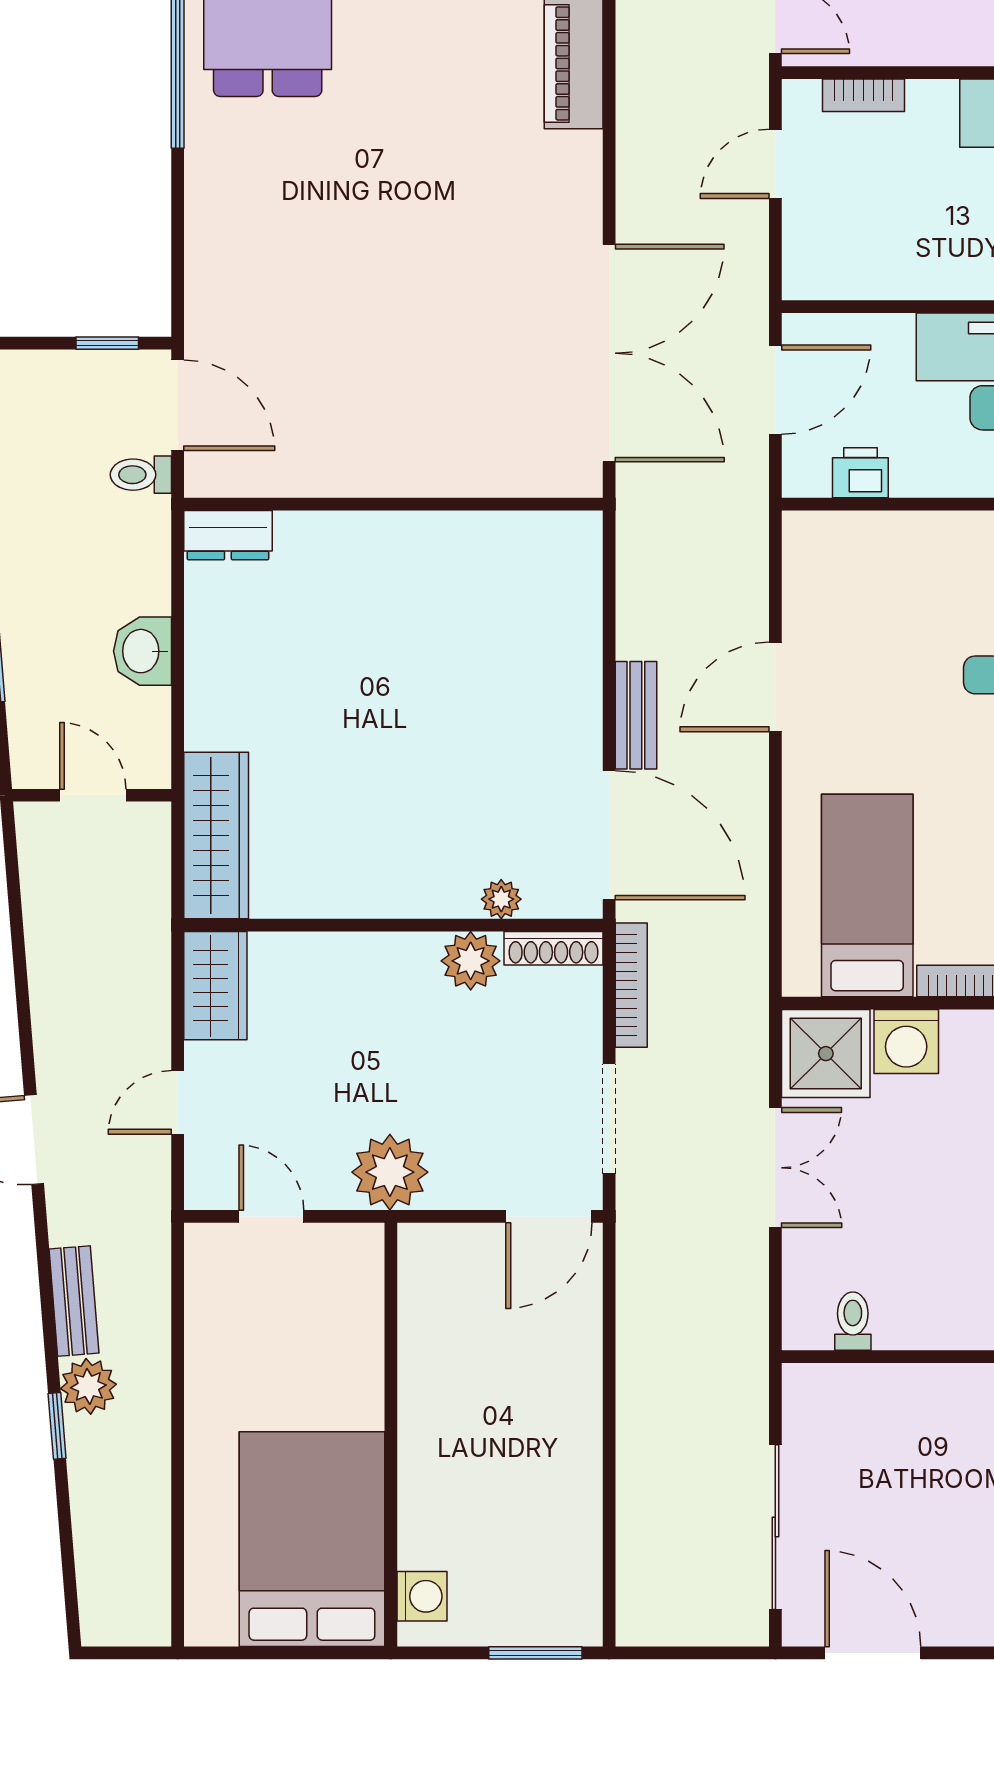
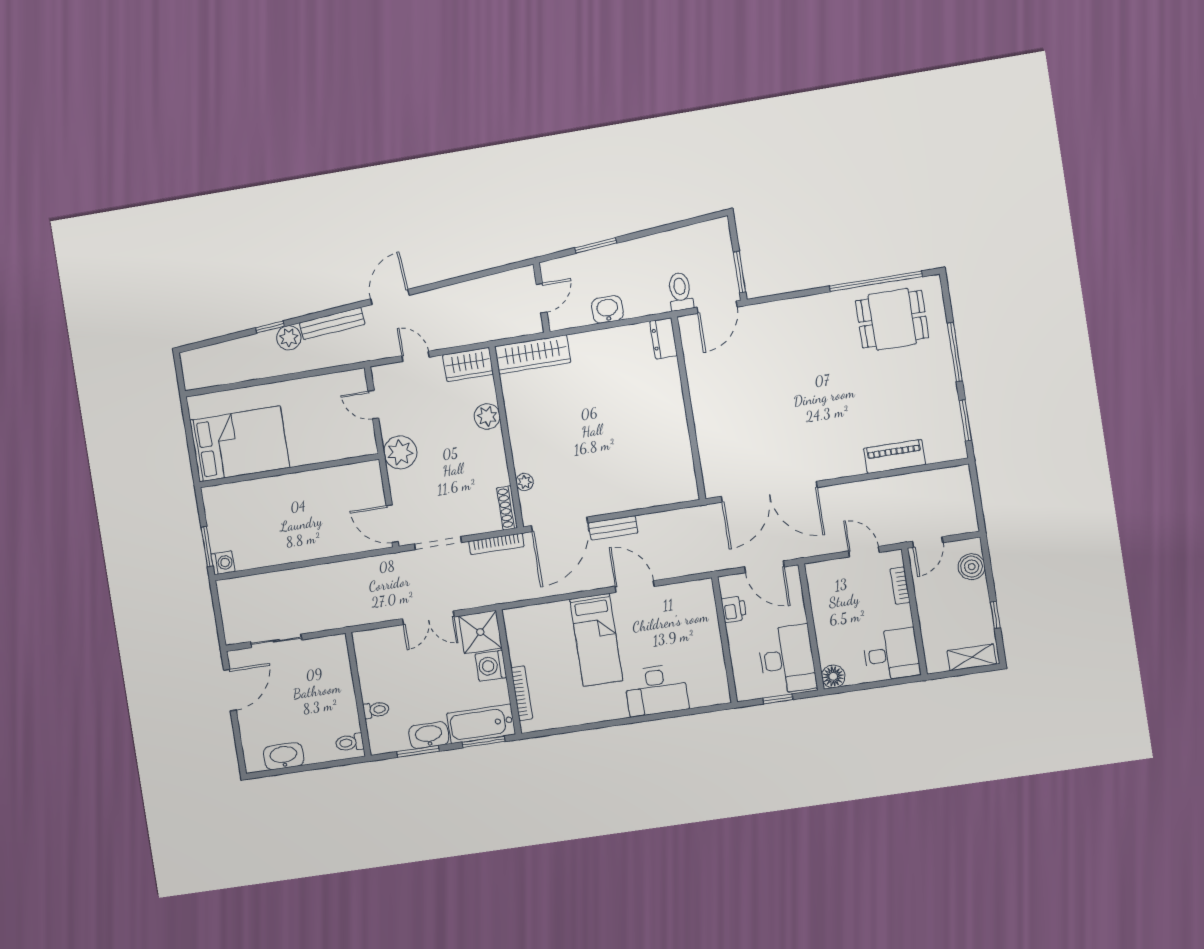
window: (107, 343) -> (740, 272), width x1.50
toilet: (141, 475) -> (680, 292), width x1.37, depth x1.39
bed: (867, 896) -> (596, 640), moved, turned 90
plant: (471, 961) -> (487, 416), moved
door: (271, 1216) -> (373, 405), swing flipped
bench: (74, 1301) -> (332, 324), width x1.36
toilet: (853, 1321) -> (376, 710), moved
sliding door: (775, 1527) -> (276, 641), width x0.73
washing machine: (422, 1596) -> (223, 563), moved, turned -90

